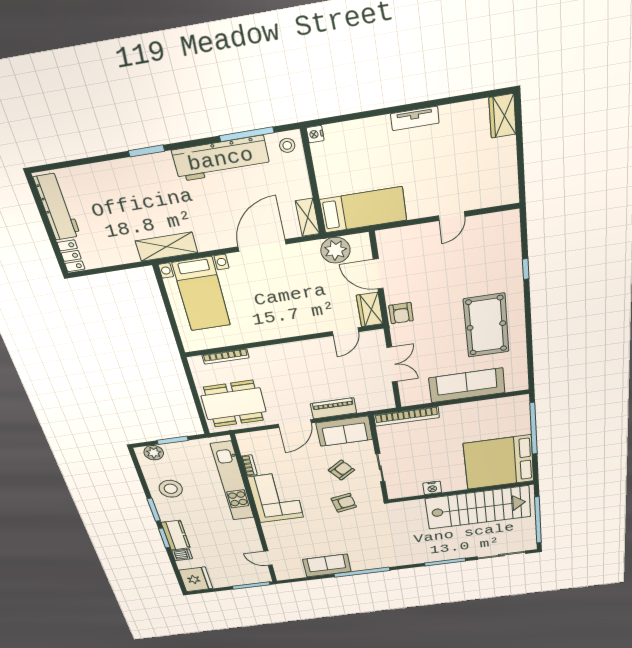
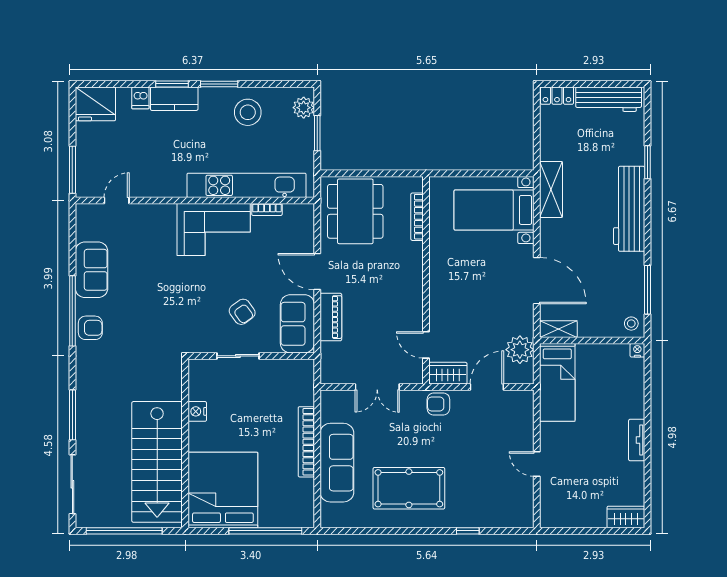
window: (146, 151) -> (648, 162), moved
workbench: (221, 159) -> (629, 209), moved
bookcase: (407, 416) -> (306, 442), moved
armchair: (344, 503) -> (90, 328), moved, turned -79

